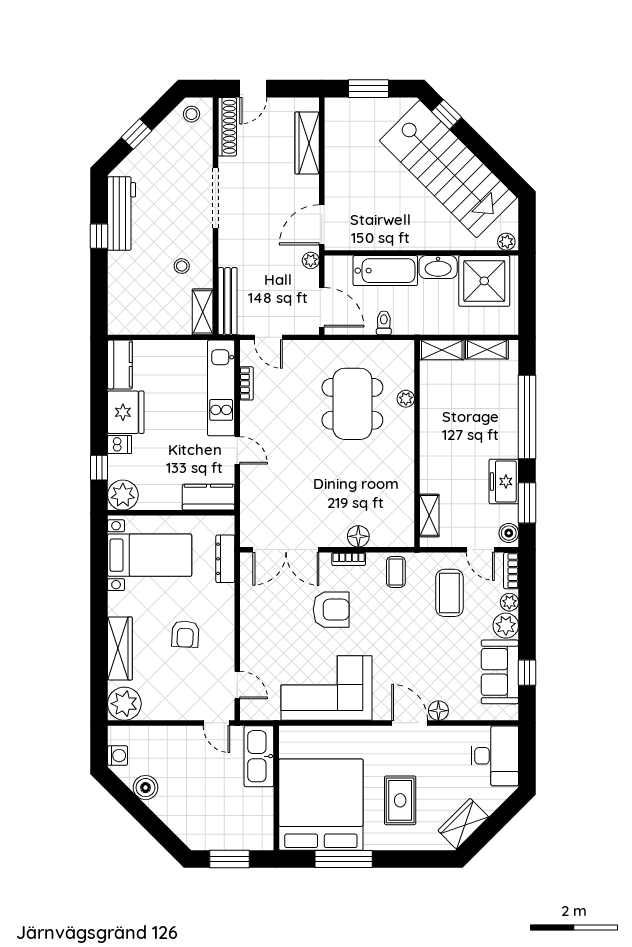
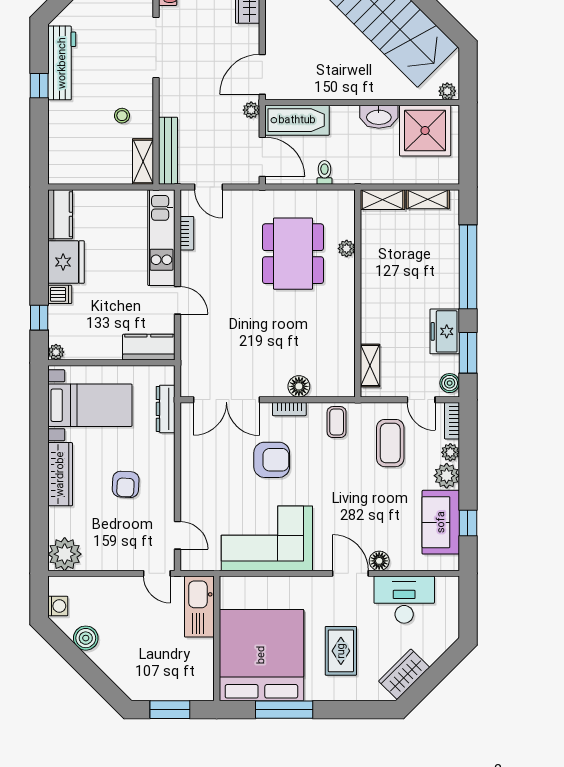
bathtub: (385, 271) -> (297, 120), moved
plant: (123, 495) -> (56, 352), width x0.53, depth x0.53
wardrobe: (120, 648) -> (60, 474), moved
desk: (495, 756) -> (404, 600), moved, turned -90

